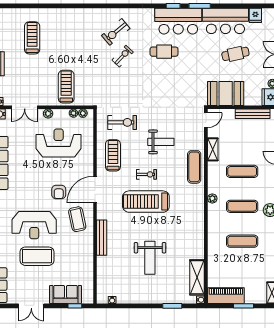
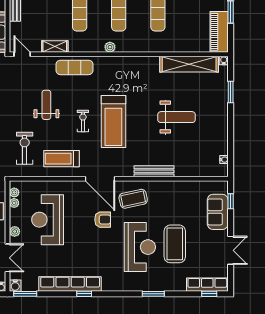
shelving: (197, 277) -> (189, 64), width x1.47

